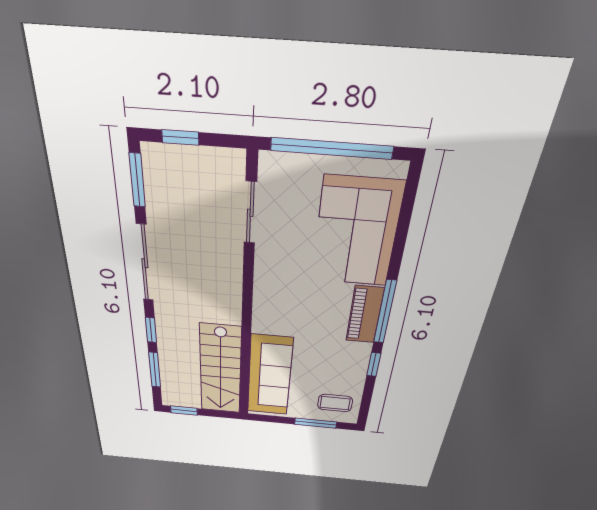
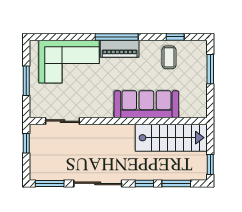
window: (180, 137) -> (26, 143), moved
window: (332, 148) -> (26, 81), width x0.47
window: (374, 364) -> (175, 37), moved
sofa: (270, 376) -> (146, 104), moved
coffee table: (335, 403) -> (169, 57), moved

